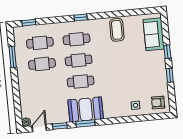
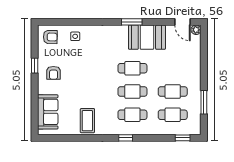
window: (167, 52) -> (35, 91), removed
armchair: (152, 70) -> (53, 73), added
booth: (86, 109) -> (147, 37), moved
window: (60, 126) -> (160, 22), removed
door: (39, 128) -> (182, 22), hinge flipped

